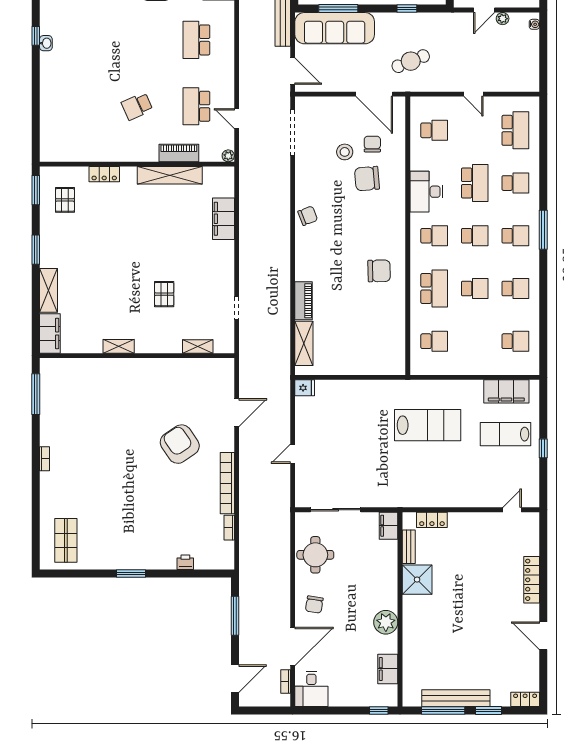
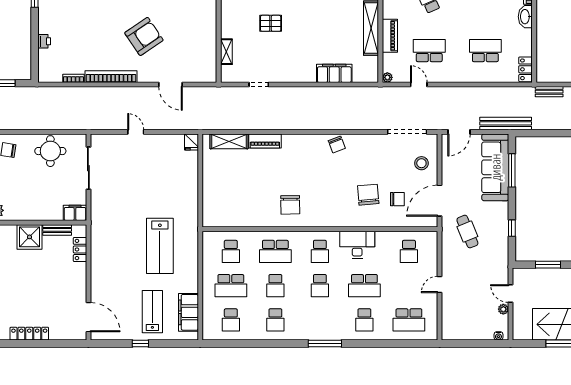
door: (237, 119) -> (419, 84), hinge flipped
stool: (345, 152) -> (421, 163), moved
school desk: (515, 236) -> (231, 286), moved, width x1.85
door: (512, 510) -> (88, 317), width x1.88

